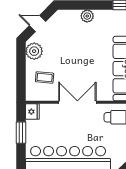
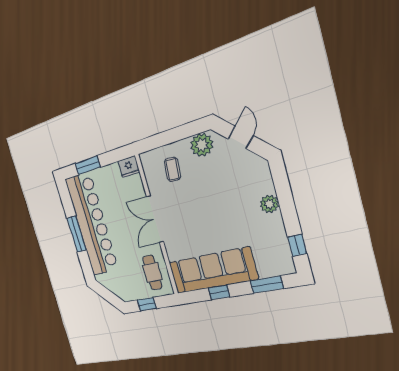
double door: (77, 102) -> (155, 219), swing flipped
window: (21, 133) -> (88, 165), moved

